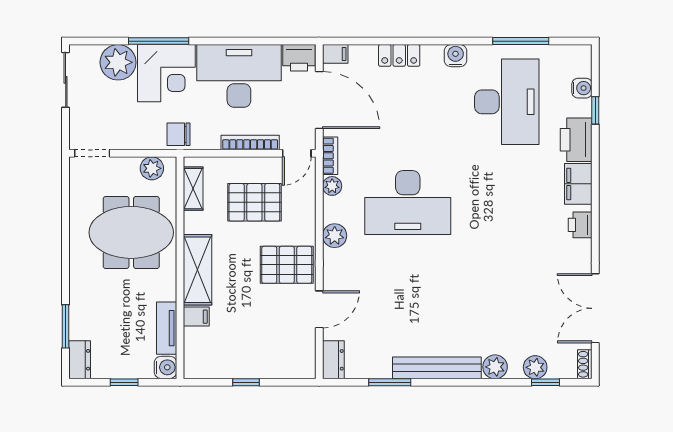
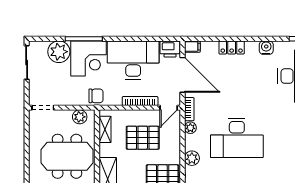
chair: (178, 134) -> (96, 96), turned 180

